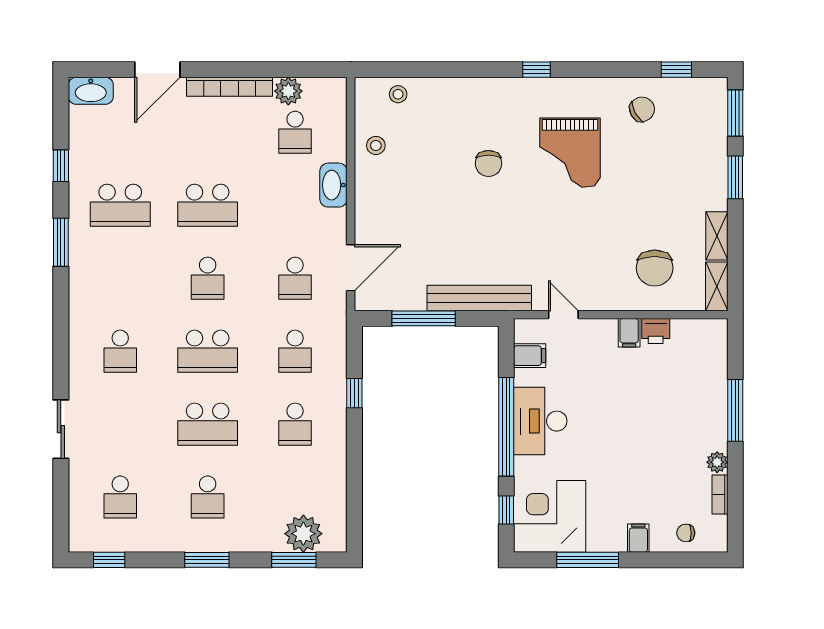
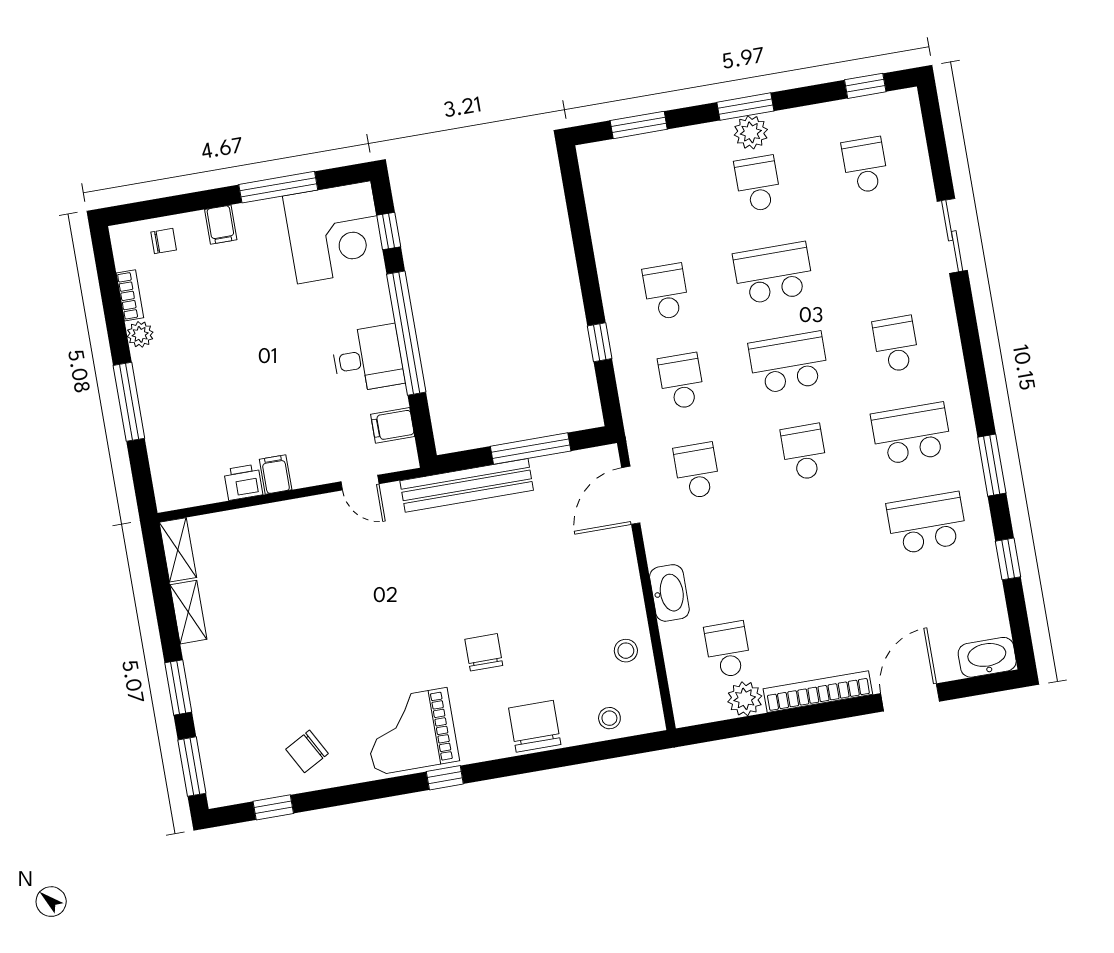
grand piano: (570, 153) -> (411, 731), moved, turned -90
school desk: (208, 205) -> (911, 434), moved
chair: (655, 268) -> (535, 726), moved
desk: (540, 421) -> (368, 359), width x0.73
plant: (303, 534) -> (751, 132), moved, width x0.73, depth x0.73

